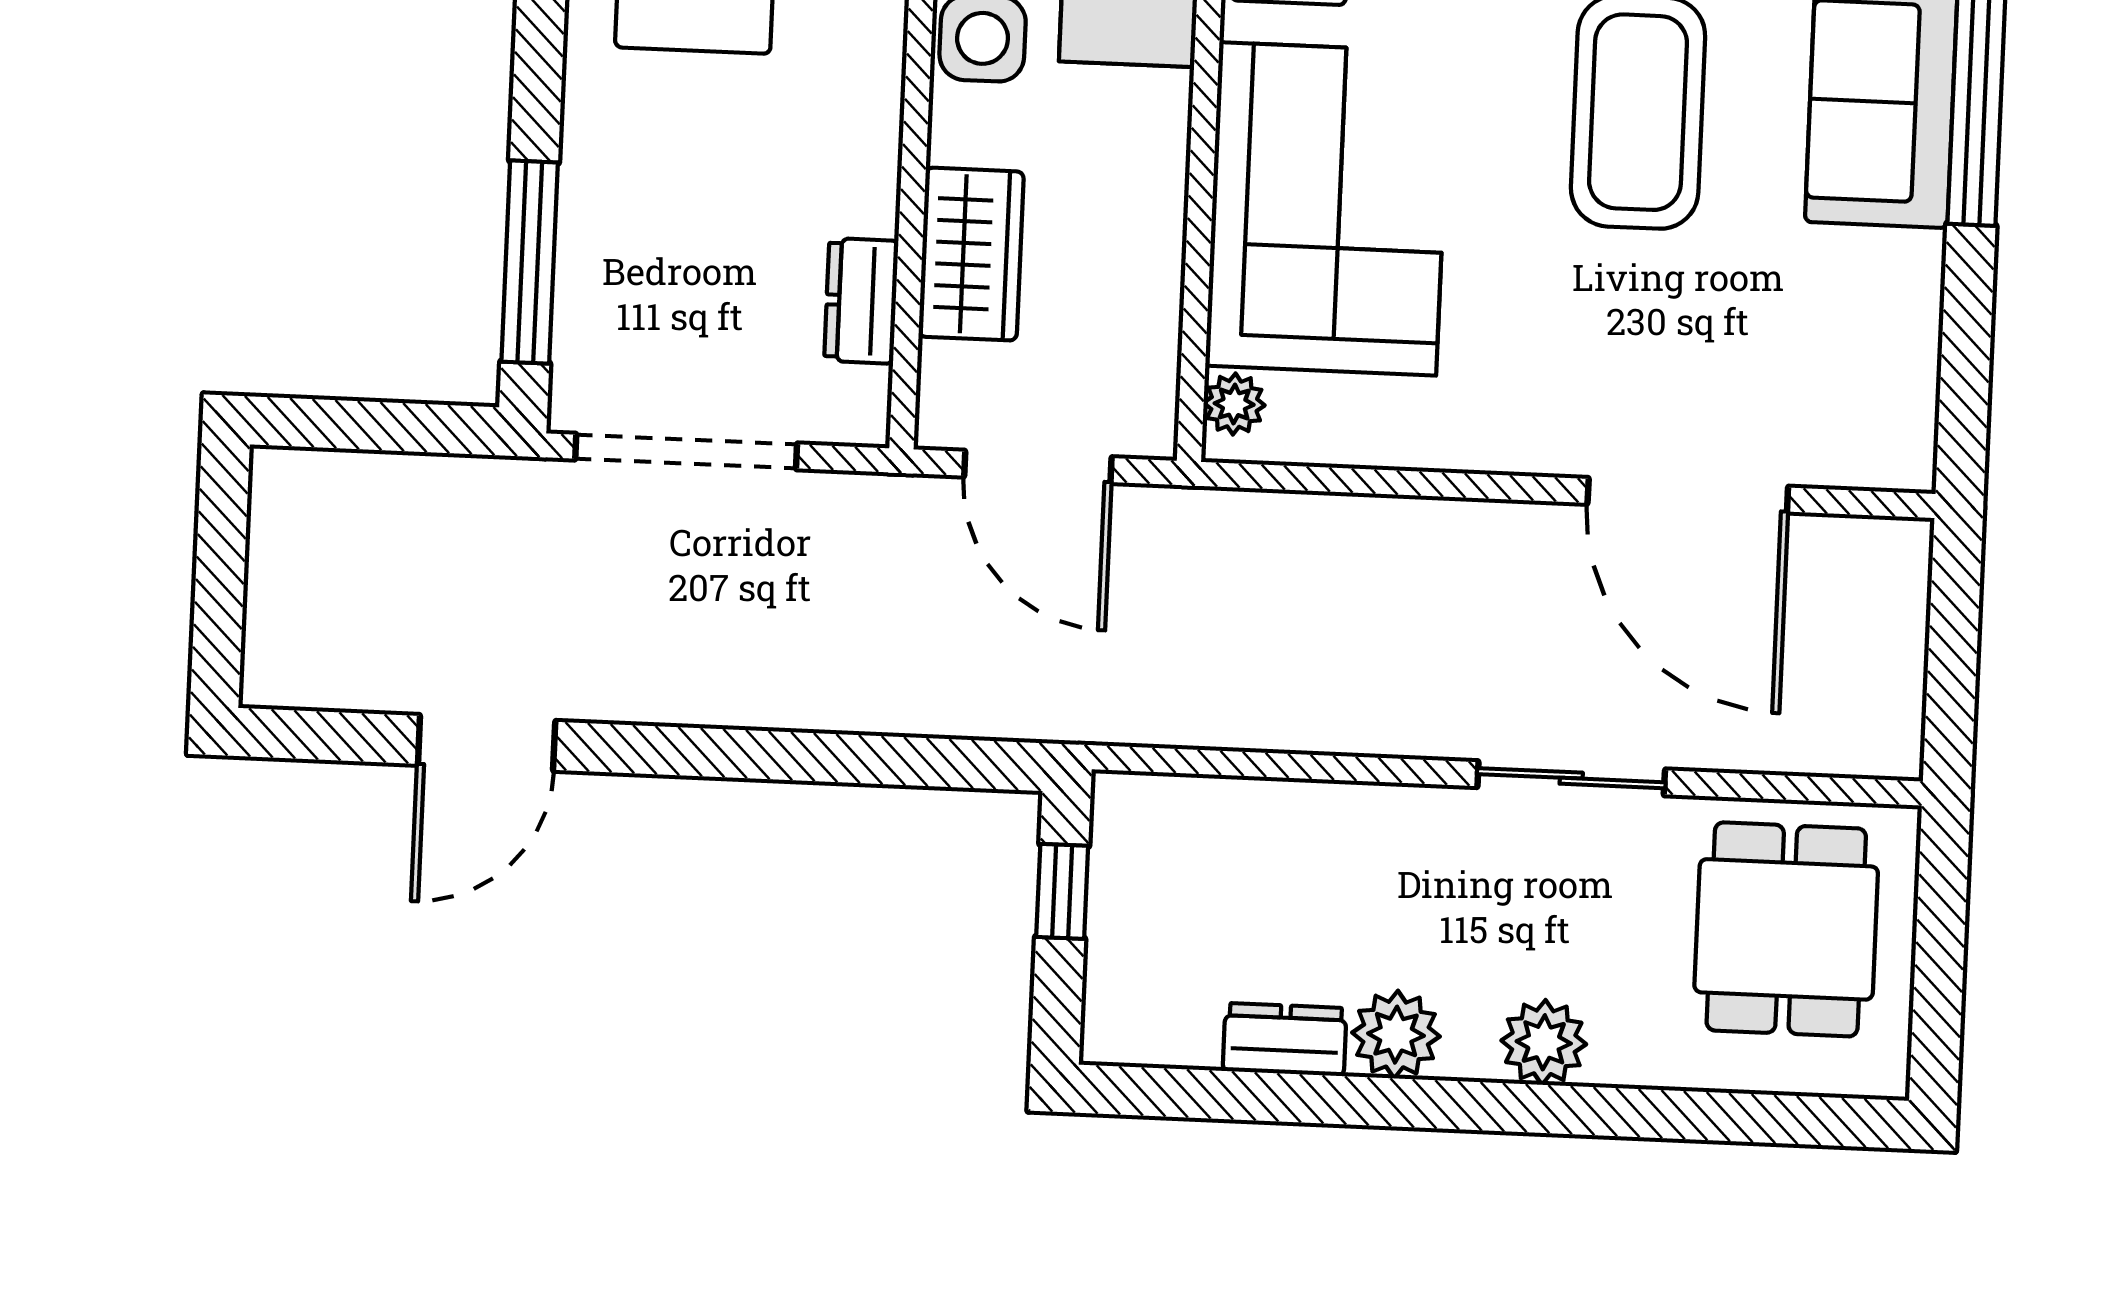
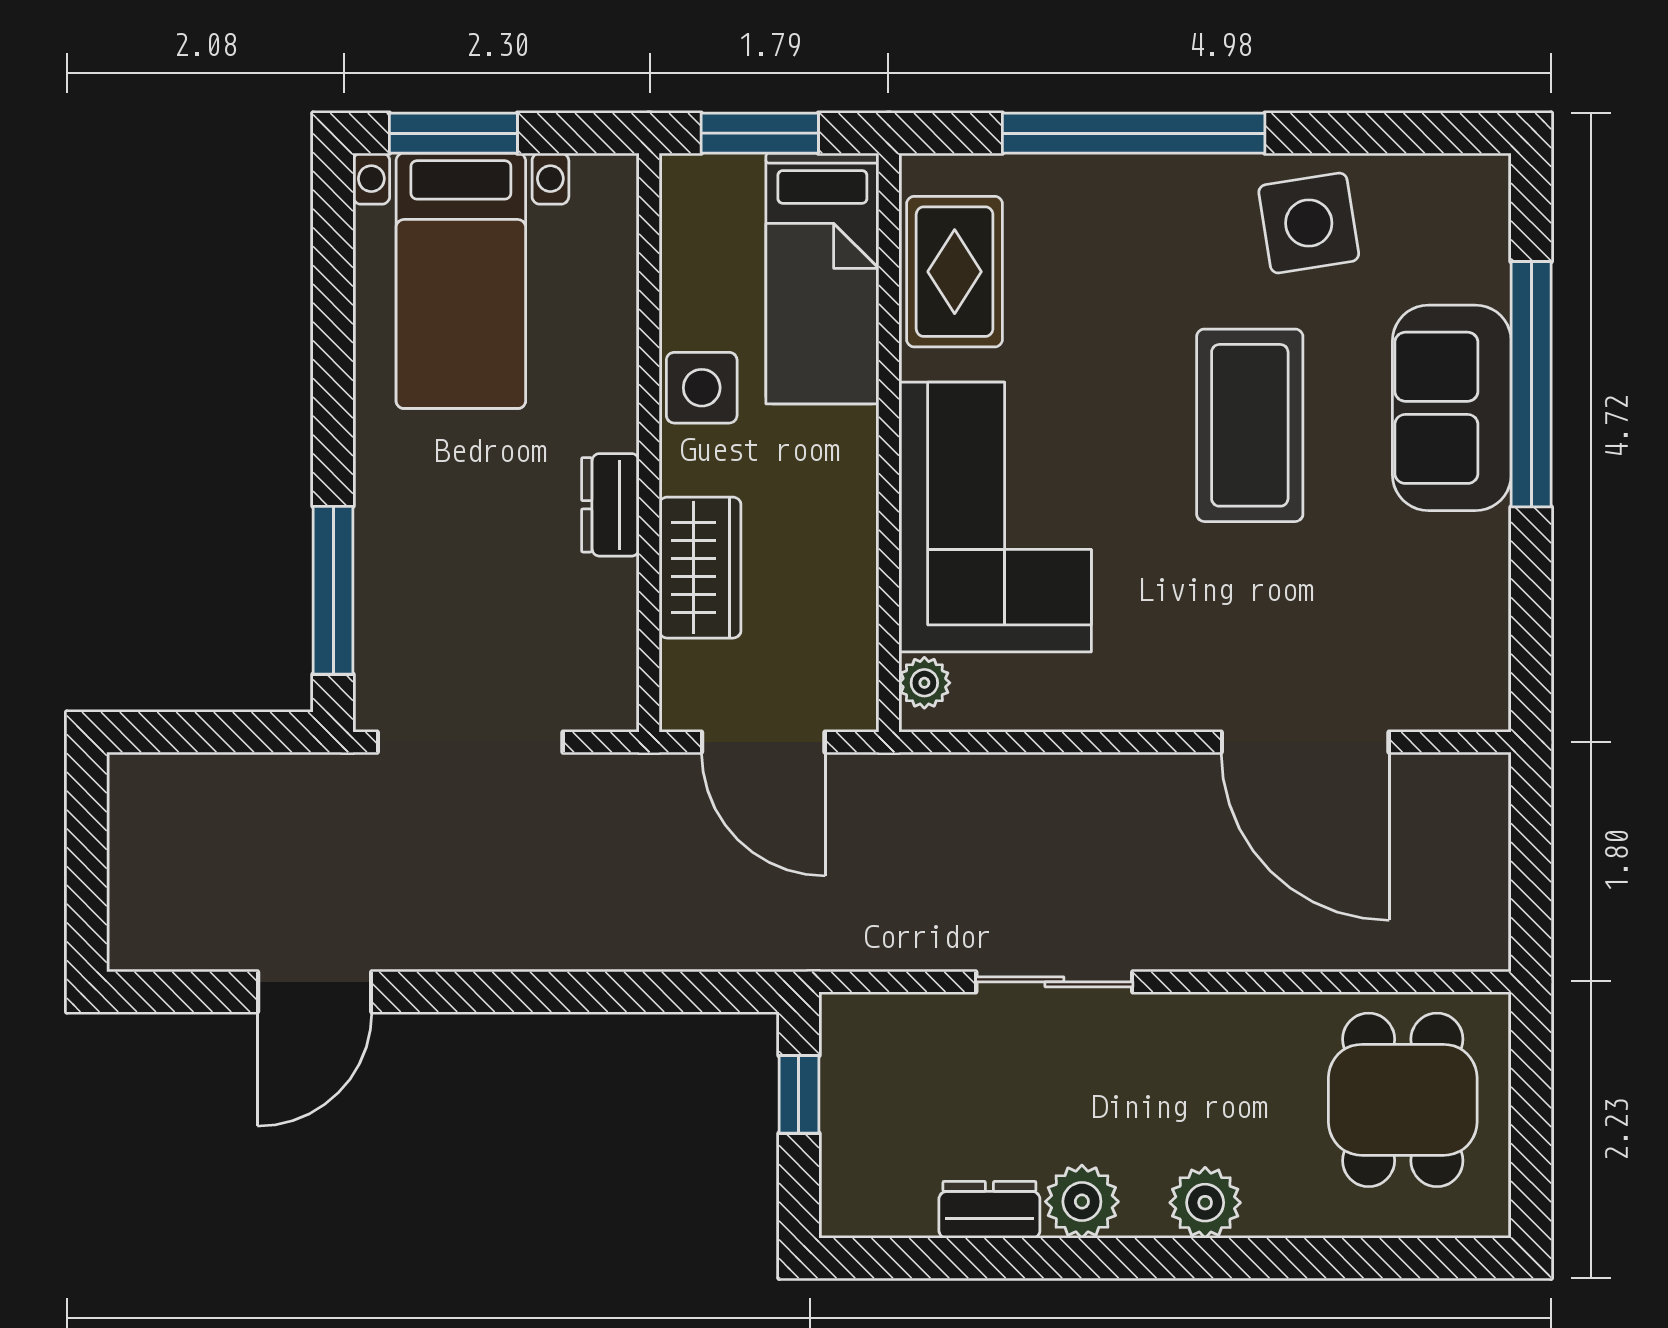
dresser: (861, 301) -> (610, 505), moved
sliding door: (1571, 778) -> (1054, 982), moved

